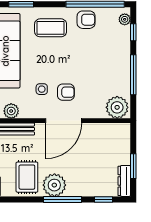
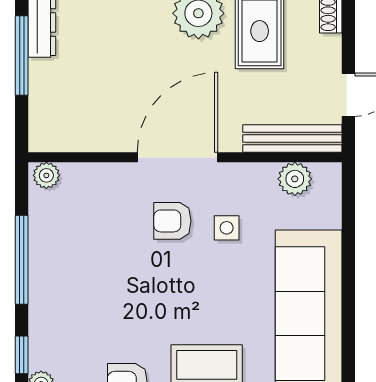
plant: (117, 107) -> (46, 175), width x0.53, depth x0.53
window: (133, 166) -> (22, 56), width x1.44

